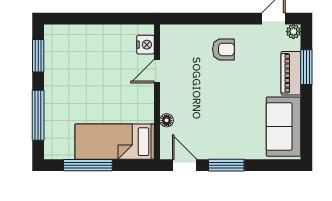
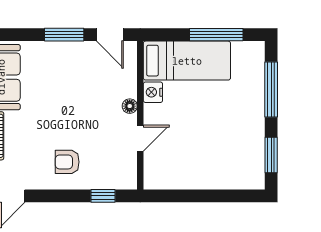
window: (191, 19) -> (103, 196), added
nightstand: (145, 45) -> (153, 92), moved
floor lamp: (167, 120) -> (130, 106), moved

